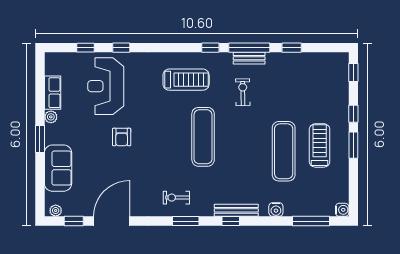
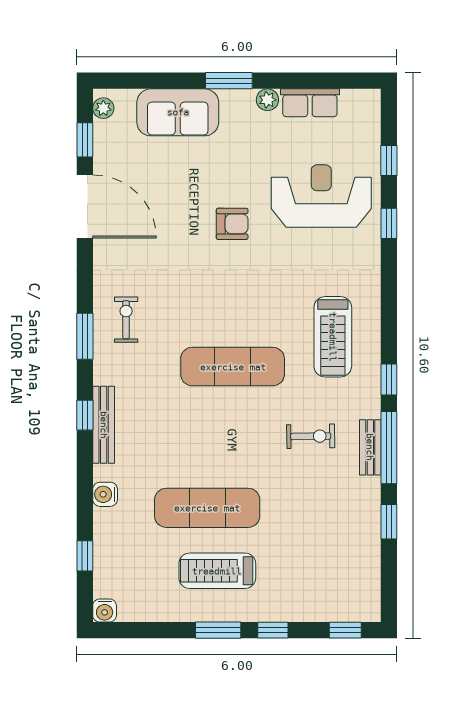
armchair: (122, 137) -> (232, 224), turned 180
treadmill: (320, 145) -> (217, 571), turned 180
window: (311, 221) -> (85, 556), width x0.46

